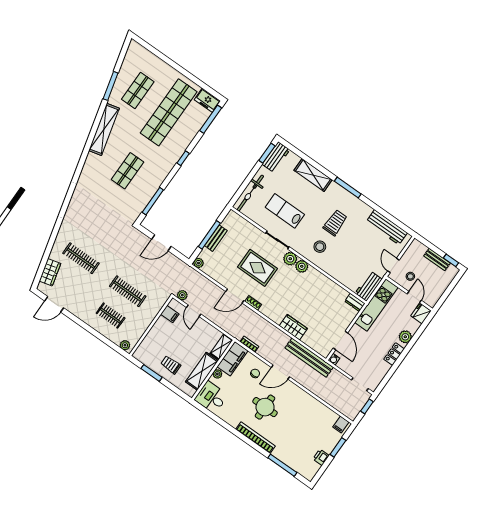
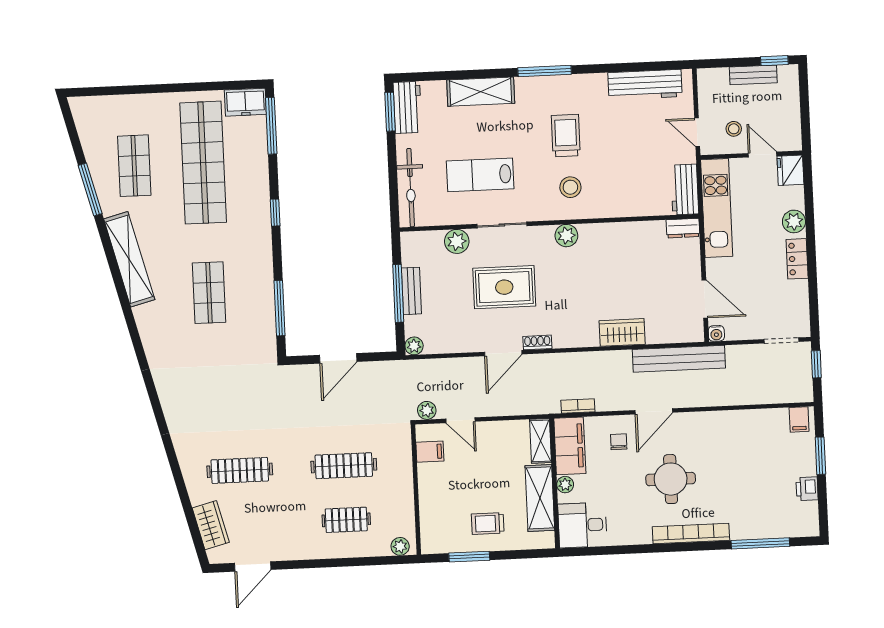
plant: (290, 259) -> (457, 241), moved

